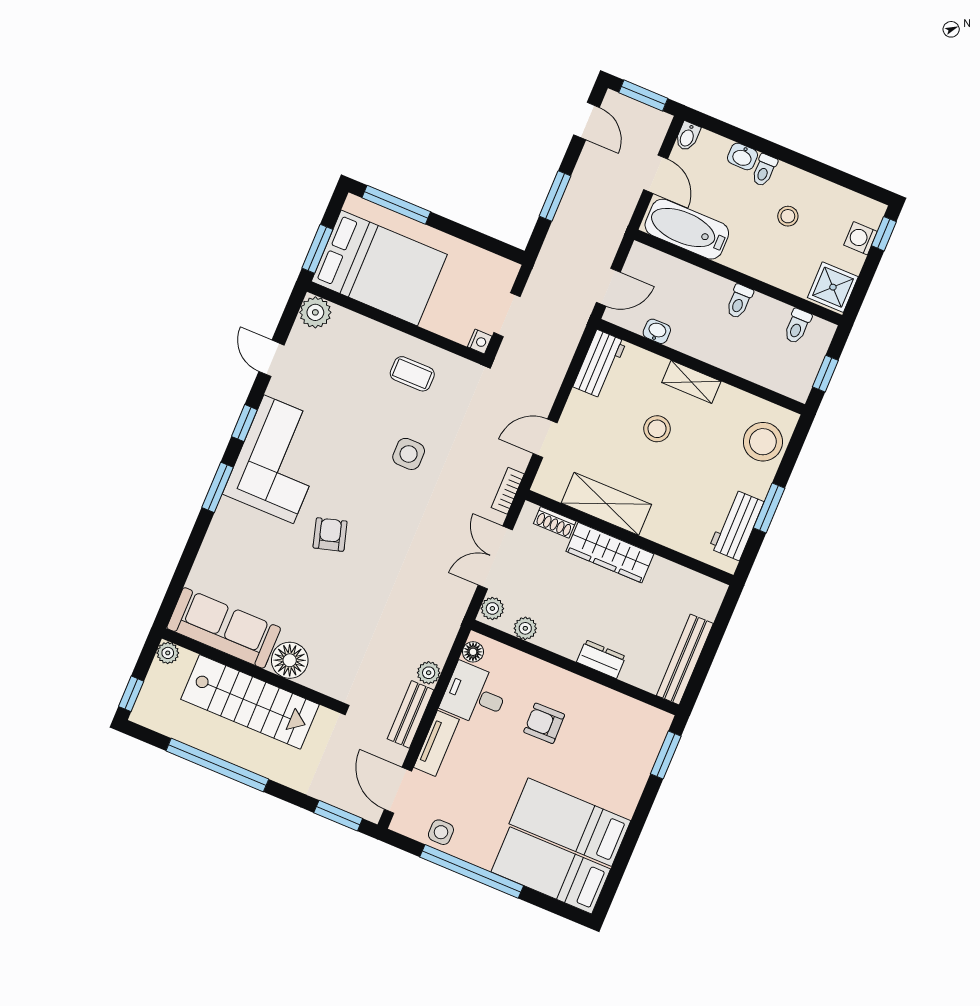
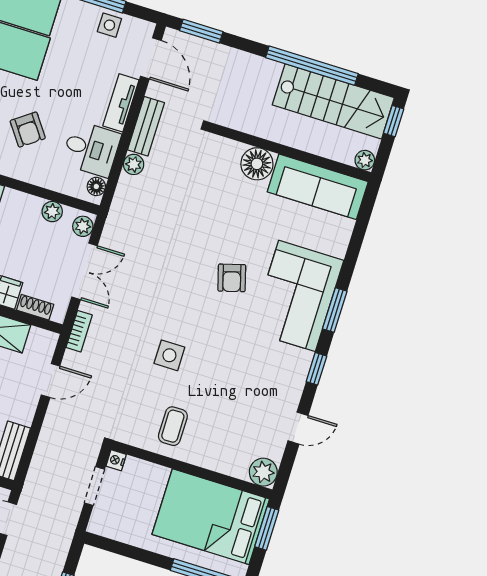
door: (272, 358) -> (298, 428), hinge flipped
coffee table: (412, 374) -> (173, 426), turned 90
corner sofa: (279, 459) -> (297, 296), moved
stairs: (250, 702) -> (333, 101), moved, turned 180
armchair: (544, 723) -> (28, 130), turned 55

